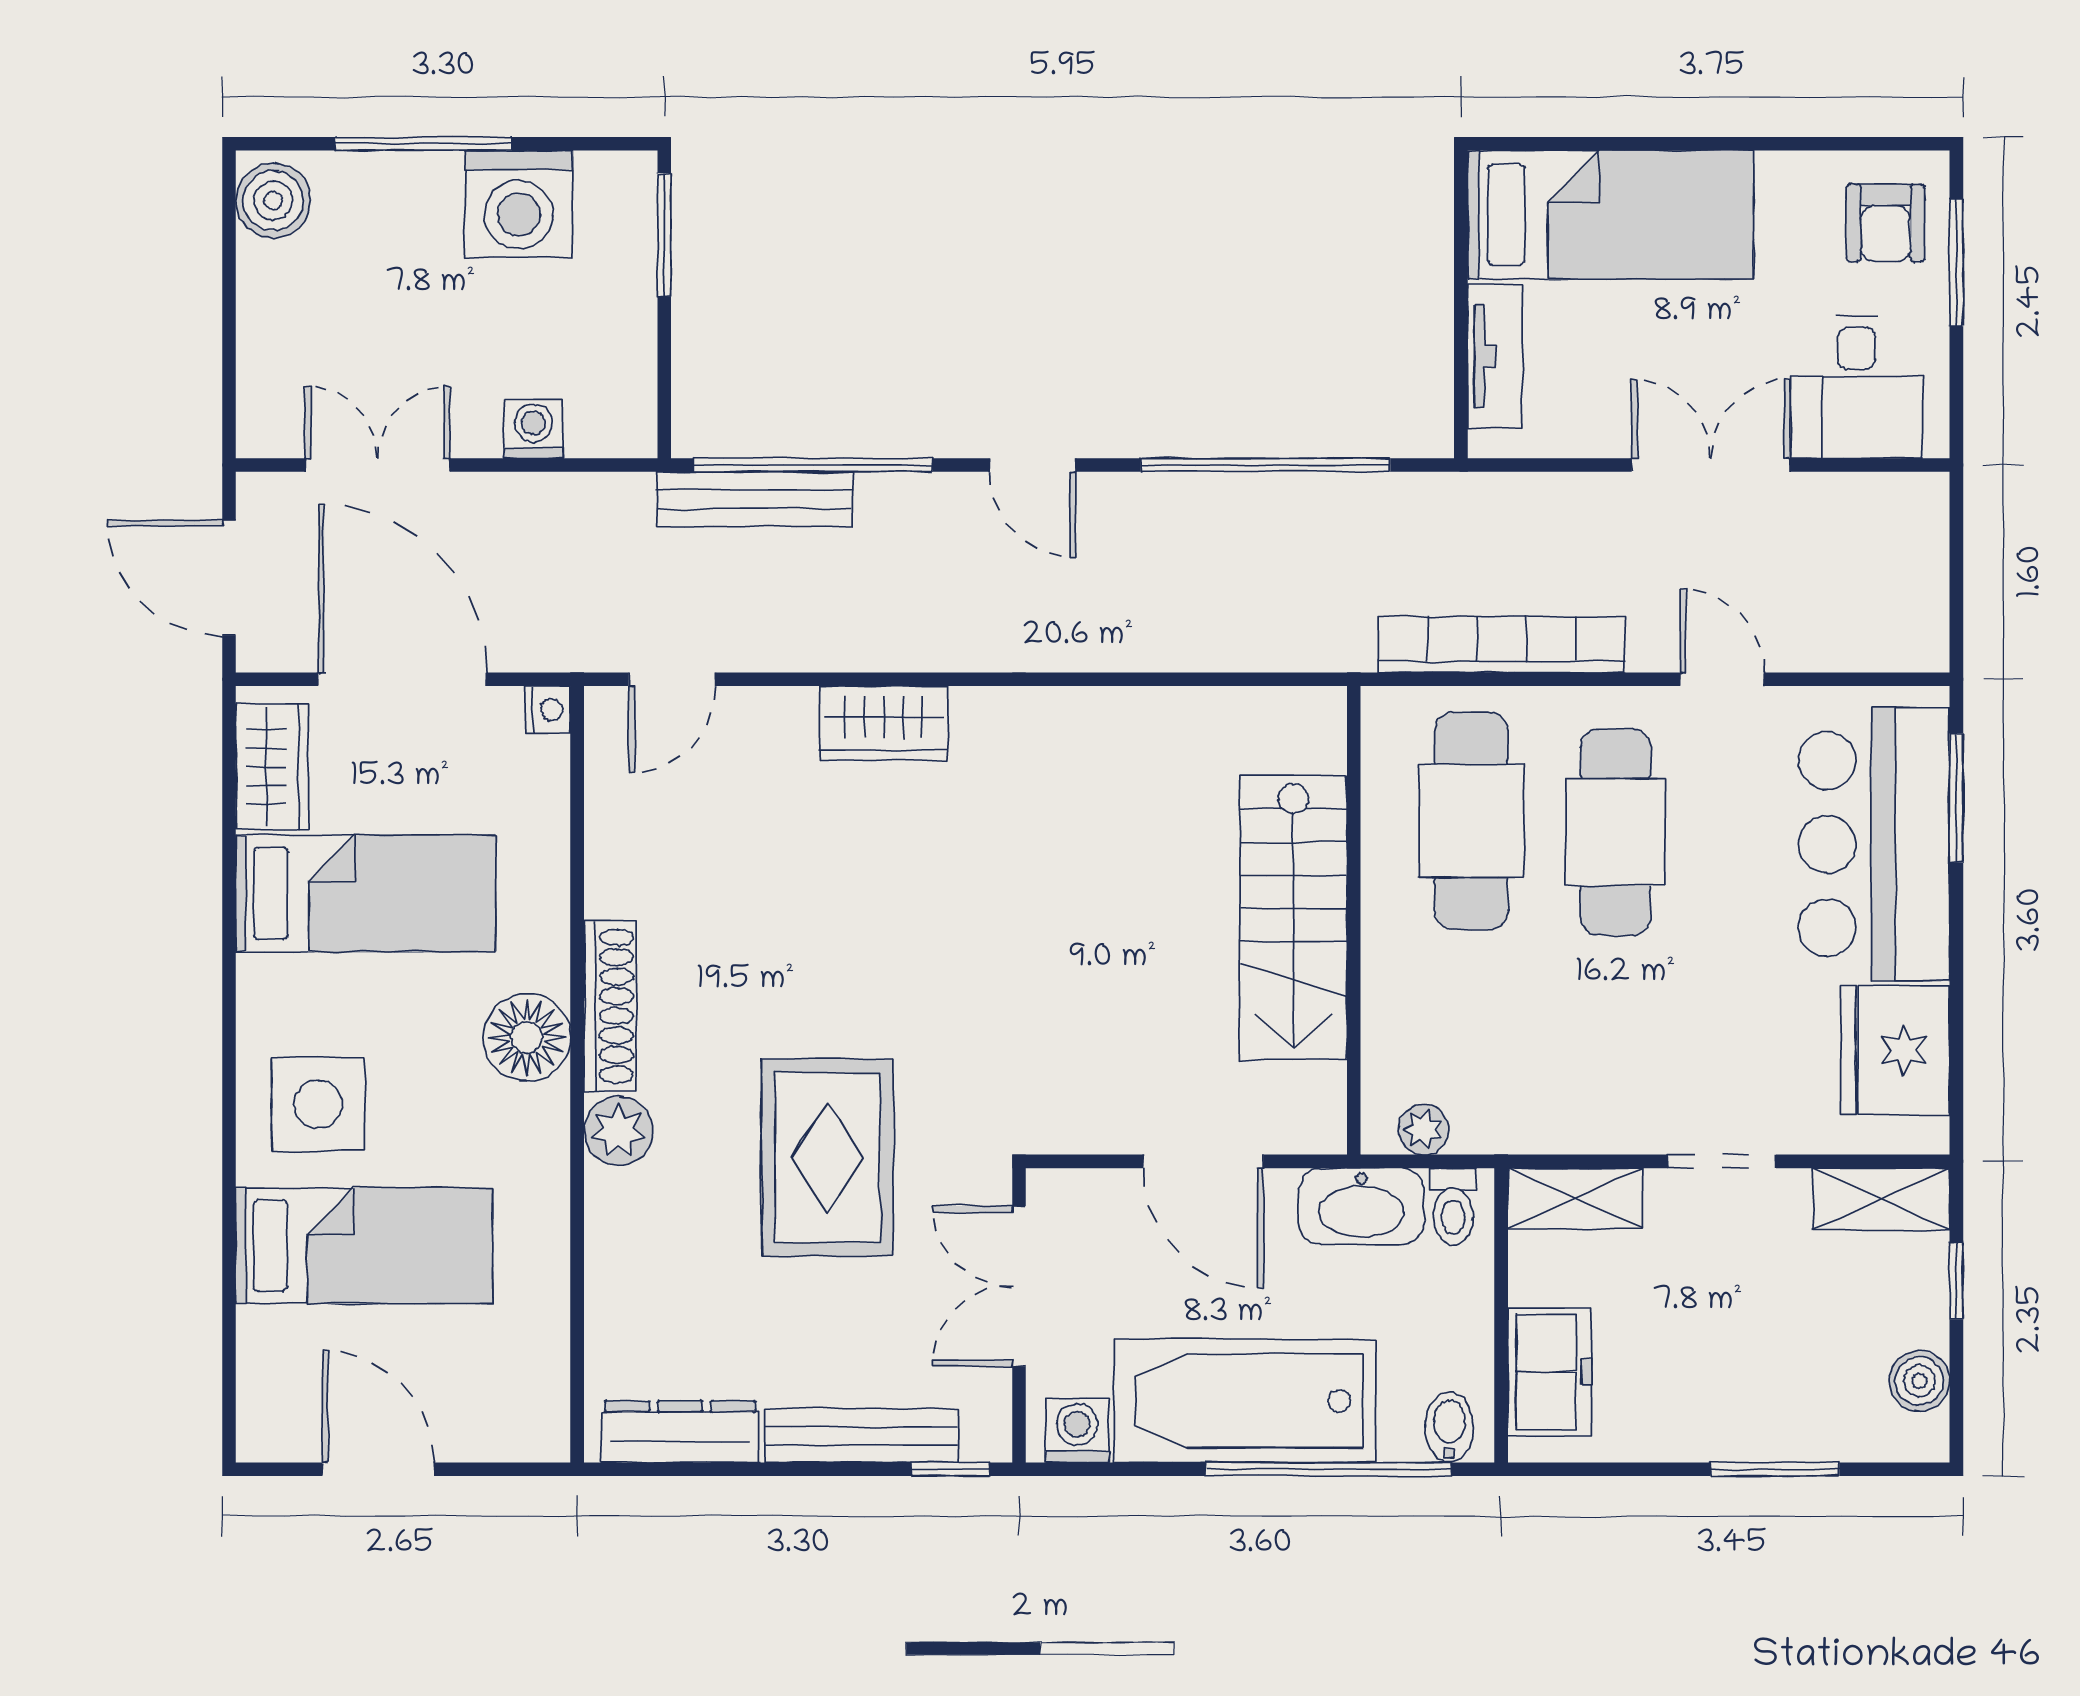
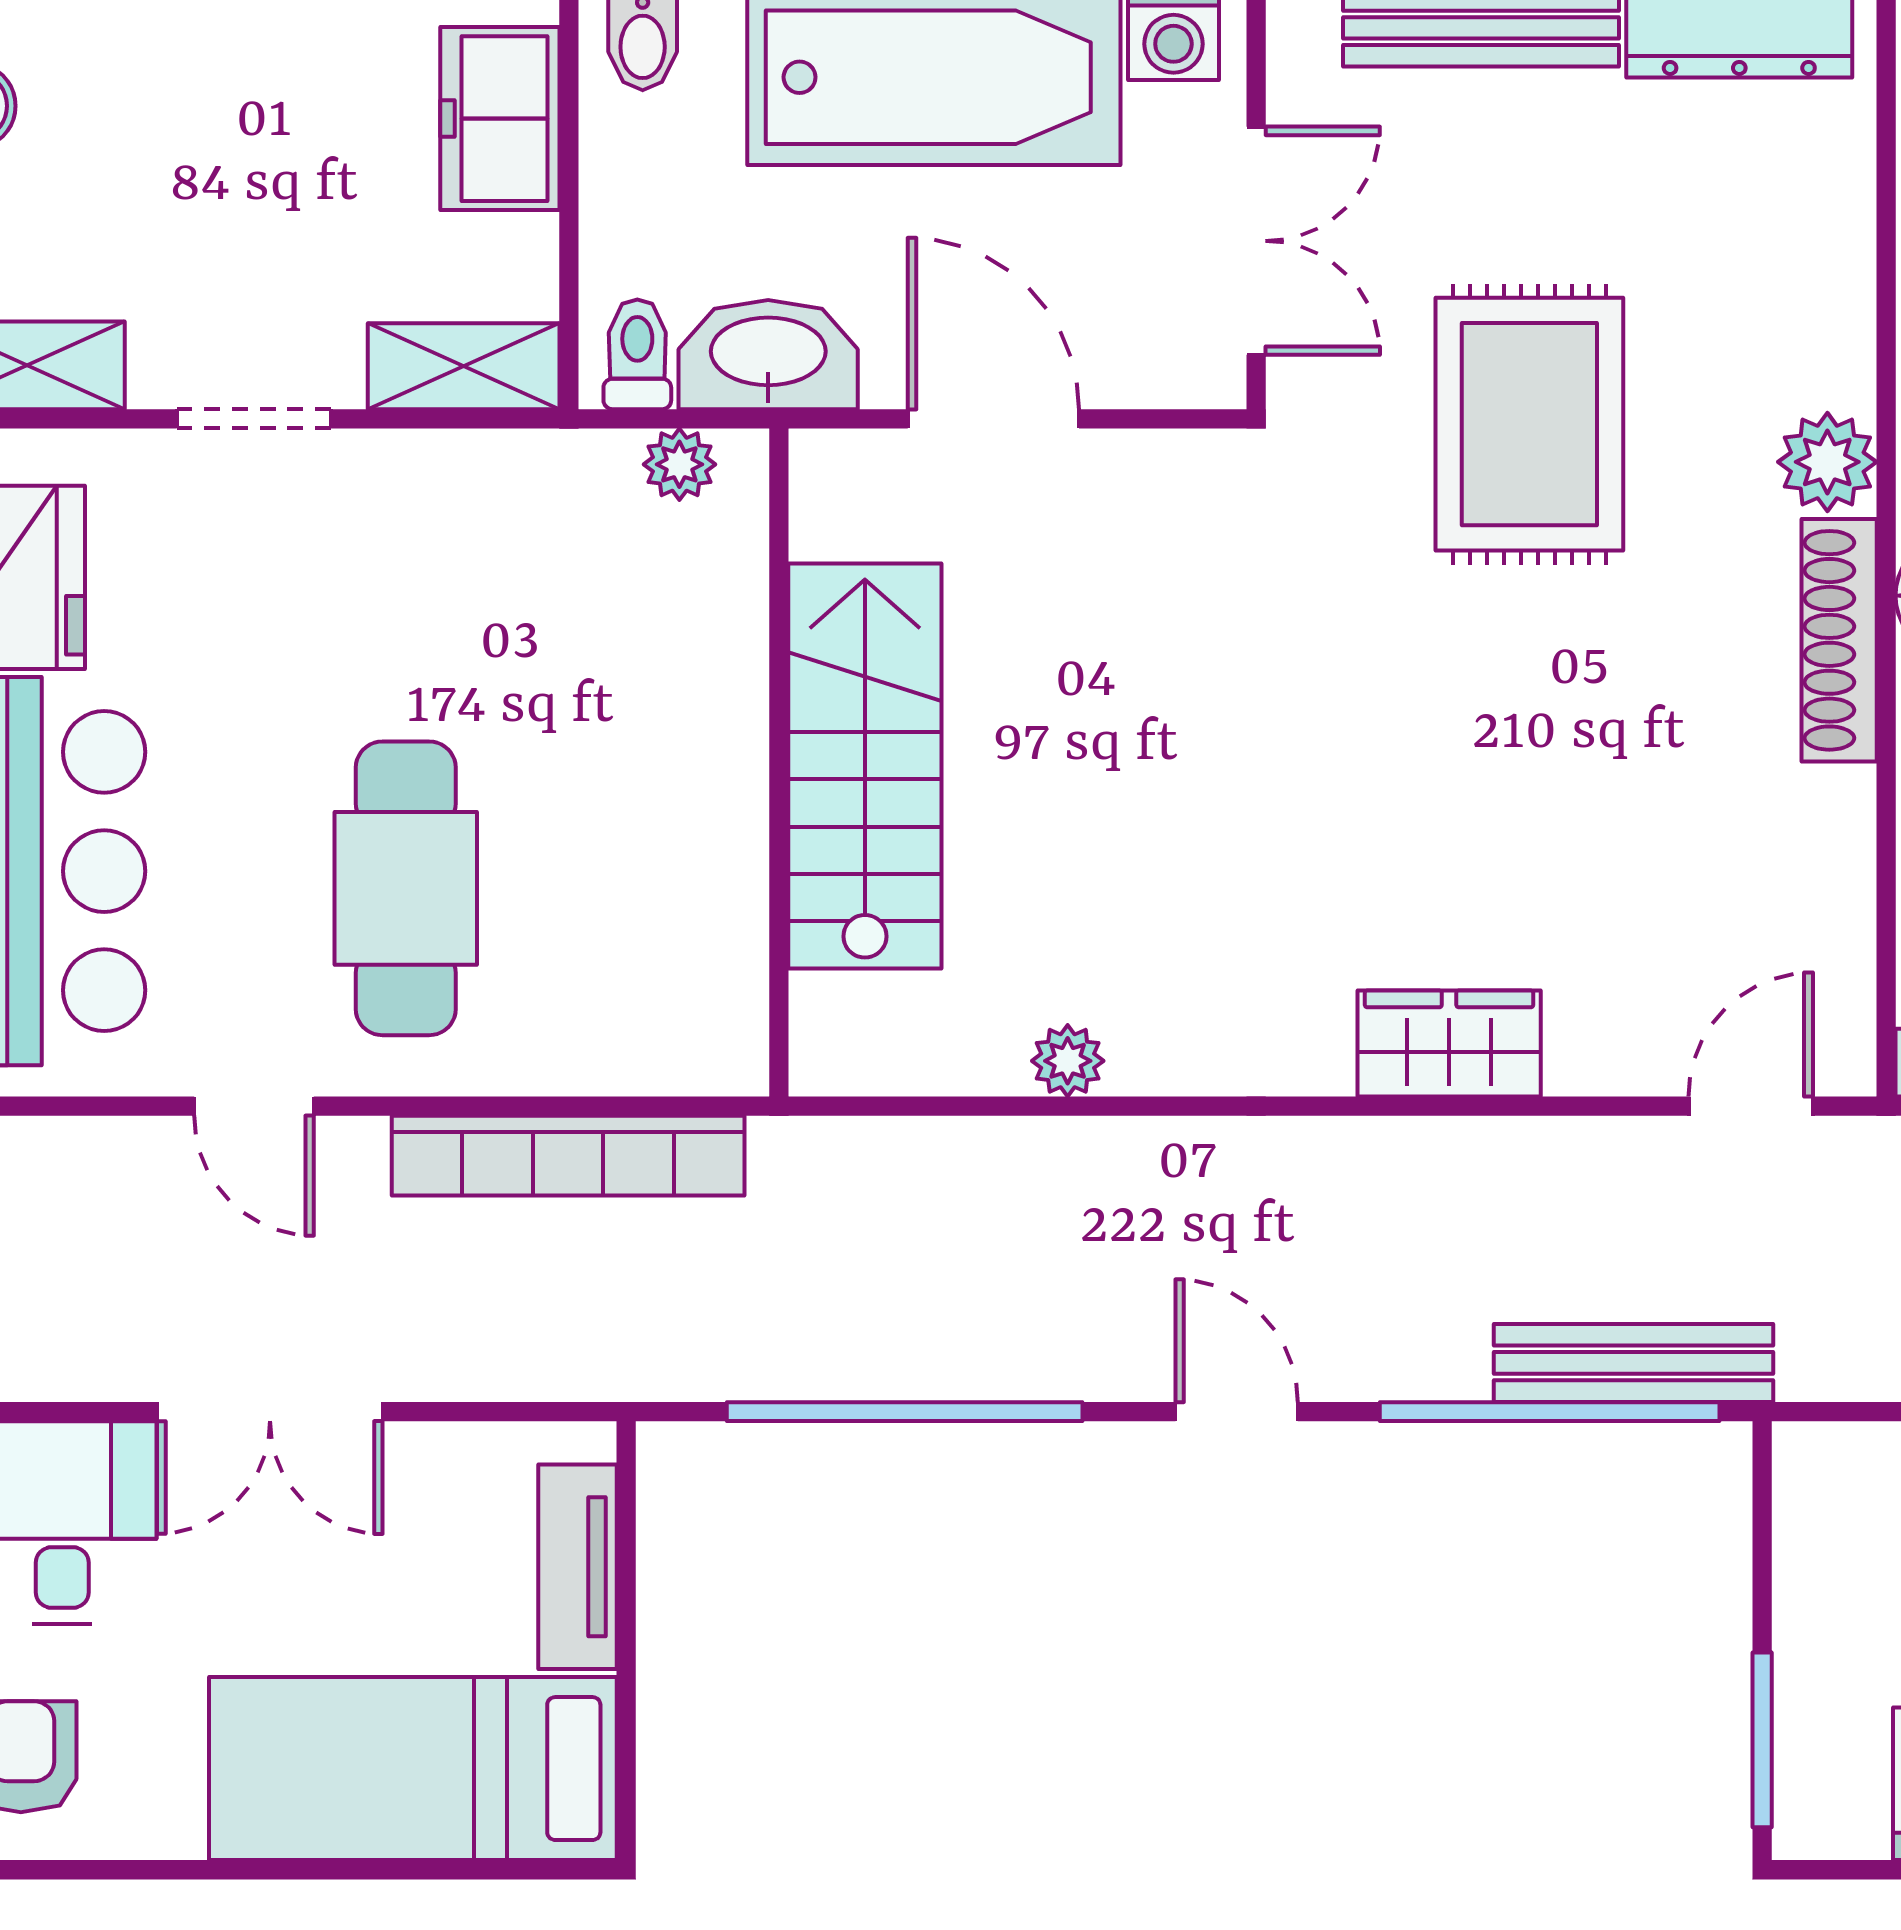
plant: (1151, 711) -> (1068, 1061), added
cafe table: (1471, 821) -> (612, 904), removed

